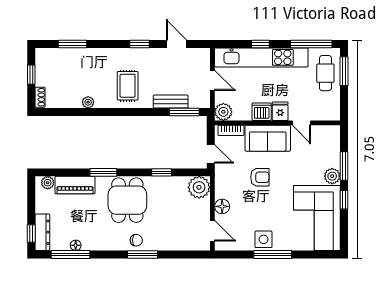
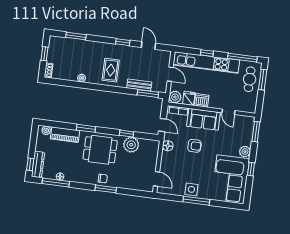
fridge: (280, 111) -> (189, 98), moved
window: (344, 166) -> (256, 132), moved
plant: (199, 187) -> (131, 145), moved
dining table: (127, 200) -> (100, 150), turned 90
floor lamp: (222, 206) -> (168, 146), moved

